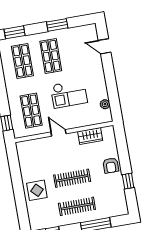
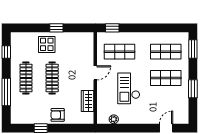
window: (17, 183) -> (56, 28), added

